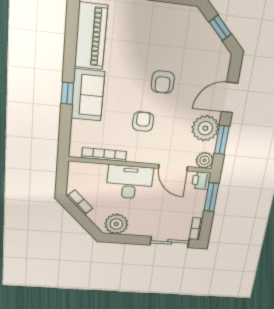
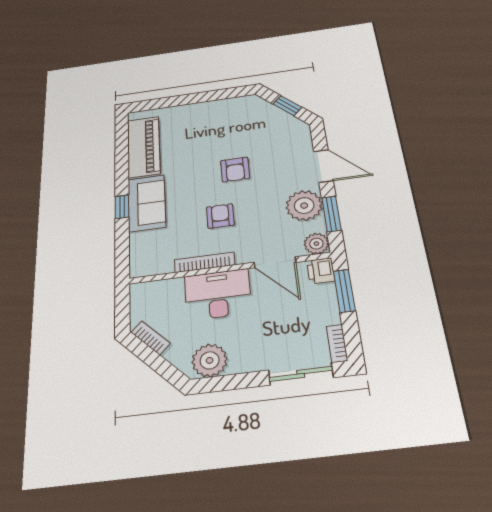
door: (229, 97) -> (323, 166), swing flipped
bookcase: (104, 155) -> (205, 262), moved

